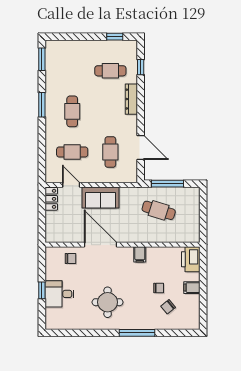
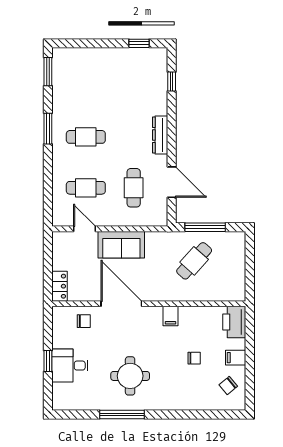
cafe table: (110, 71) -> (134, 86), removed
dresser: (131, 99) -> (160, 135), moved
cafe table: (72, 111) -> (86, 137), turned 90
locker: (51, 199) -> (60, 286), moved
cafe table: (159, 210) -> (194, 261), turned -65
chair: (168, 307) -> (228, 386), moved
window: (137, 333) -> (122, 414), moved

